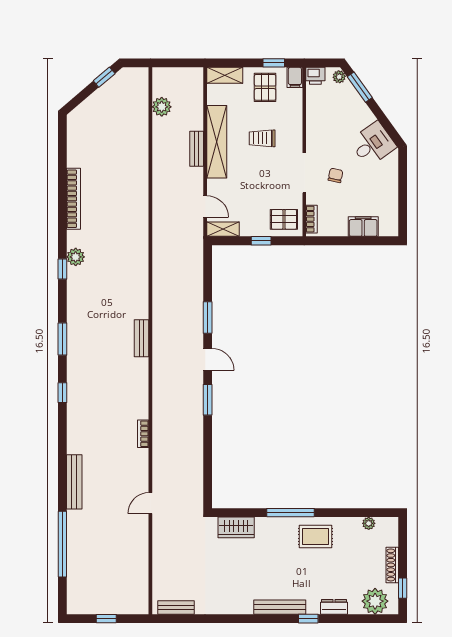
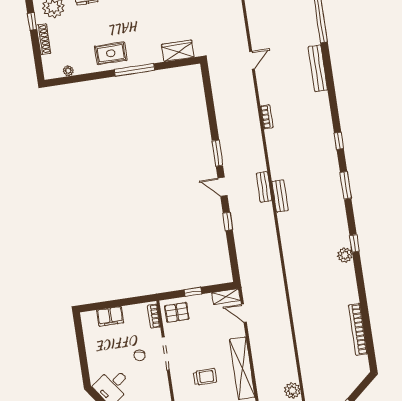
bench: (197, 149) -> (264, 187), moved
bookcase: (73, 199) -> (358, 329), moved
window: (208, 317) -> (228, 221), width x0.67

